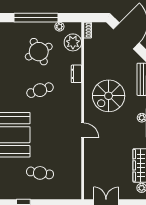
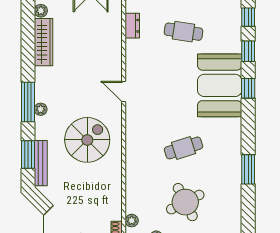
plant: (73, 42) -> (132, 221), width x0.53, depth x0.53
dresser: (76, 74) -> (132, 26), moved

